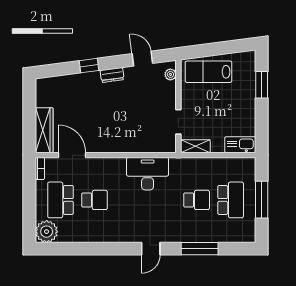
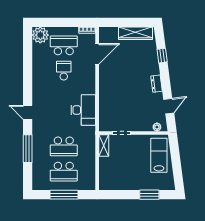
window: (89, 66) -> (162, 56), moved
wardrobe: (44, 130) -> (135, 33), moved
kitchen sink: (240, 145) -> (105, 179), removed
school desk: (95, 200) -> (64, 71), turned 180
school desk: (197, 200) -> (64, 146), width x1.85

